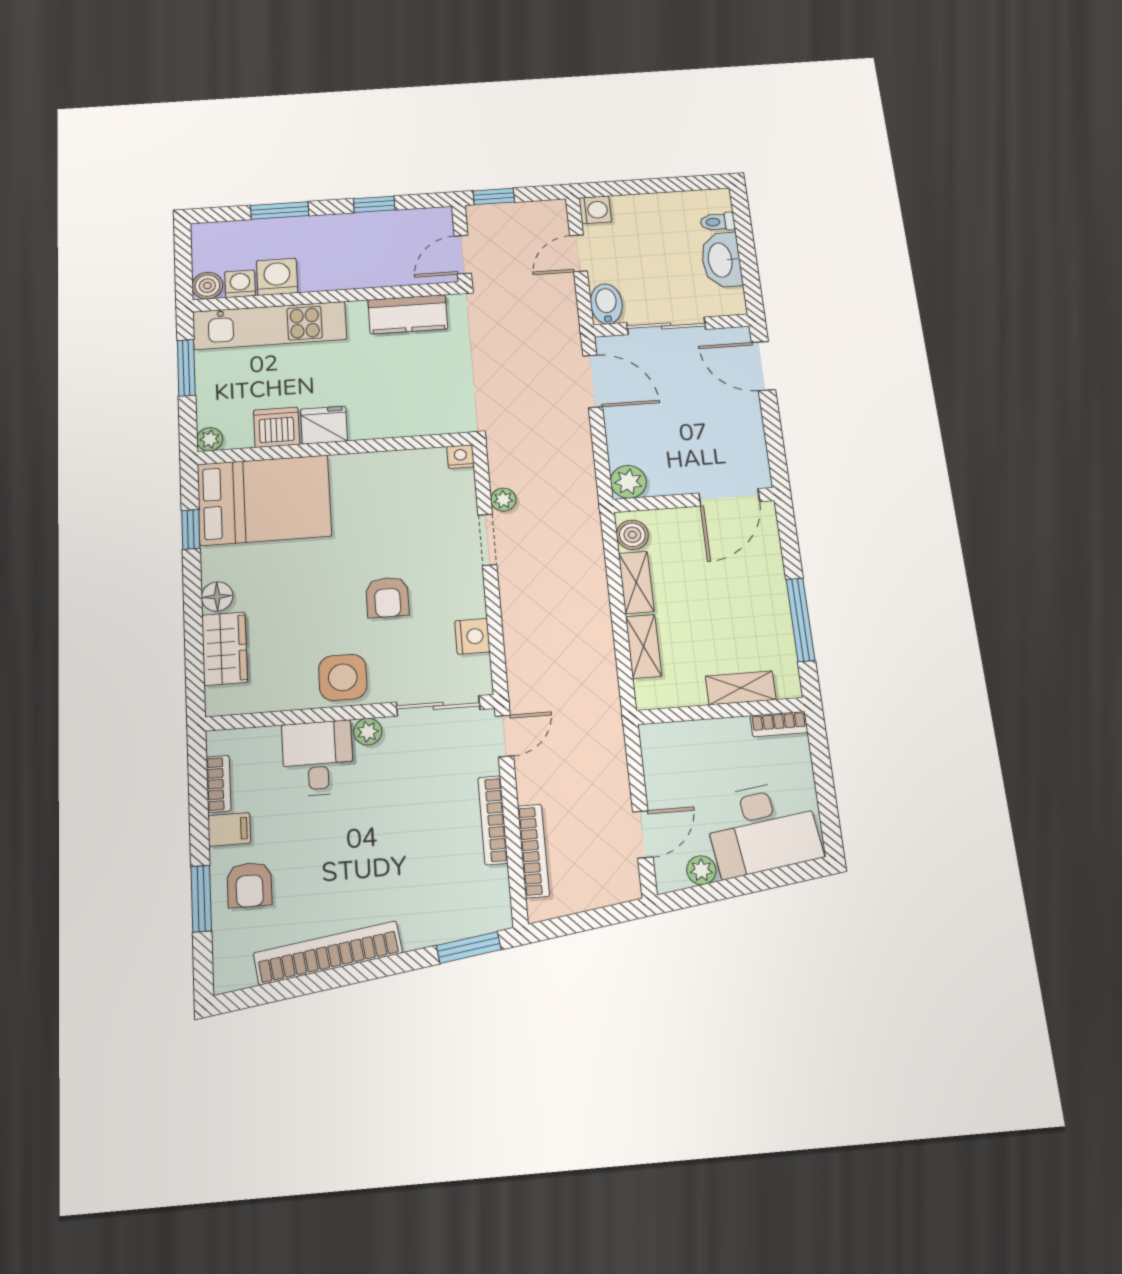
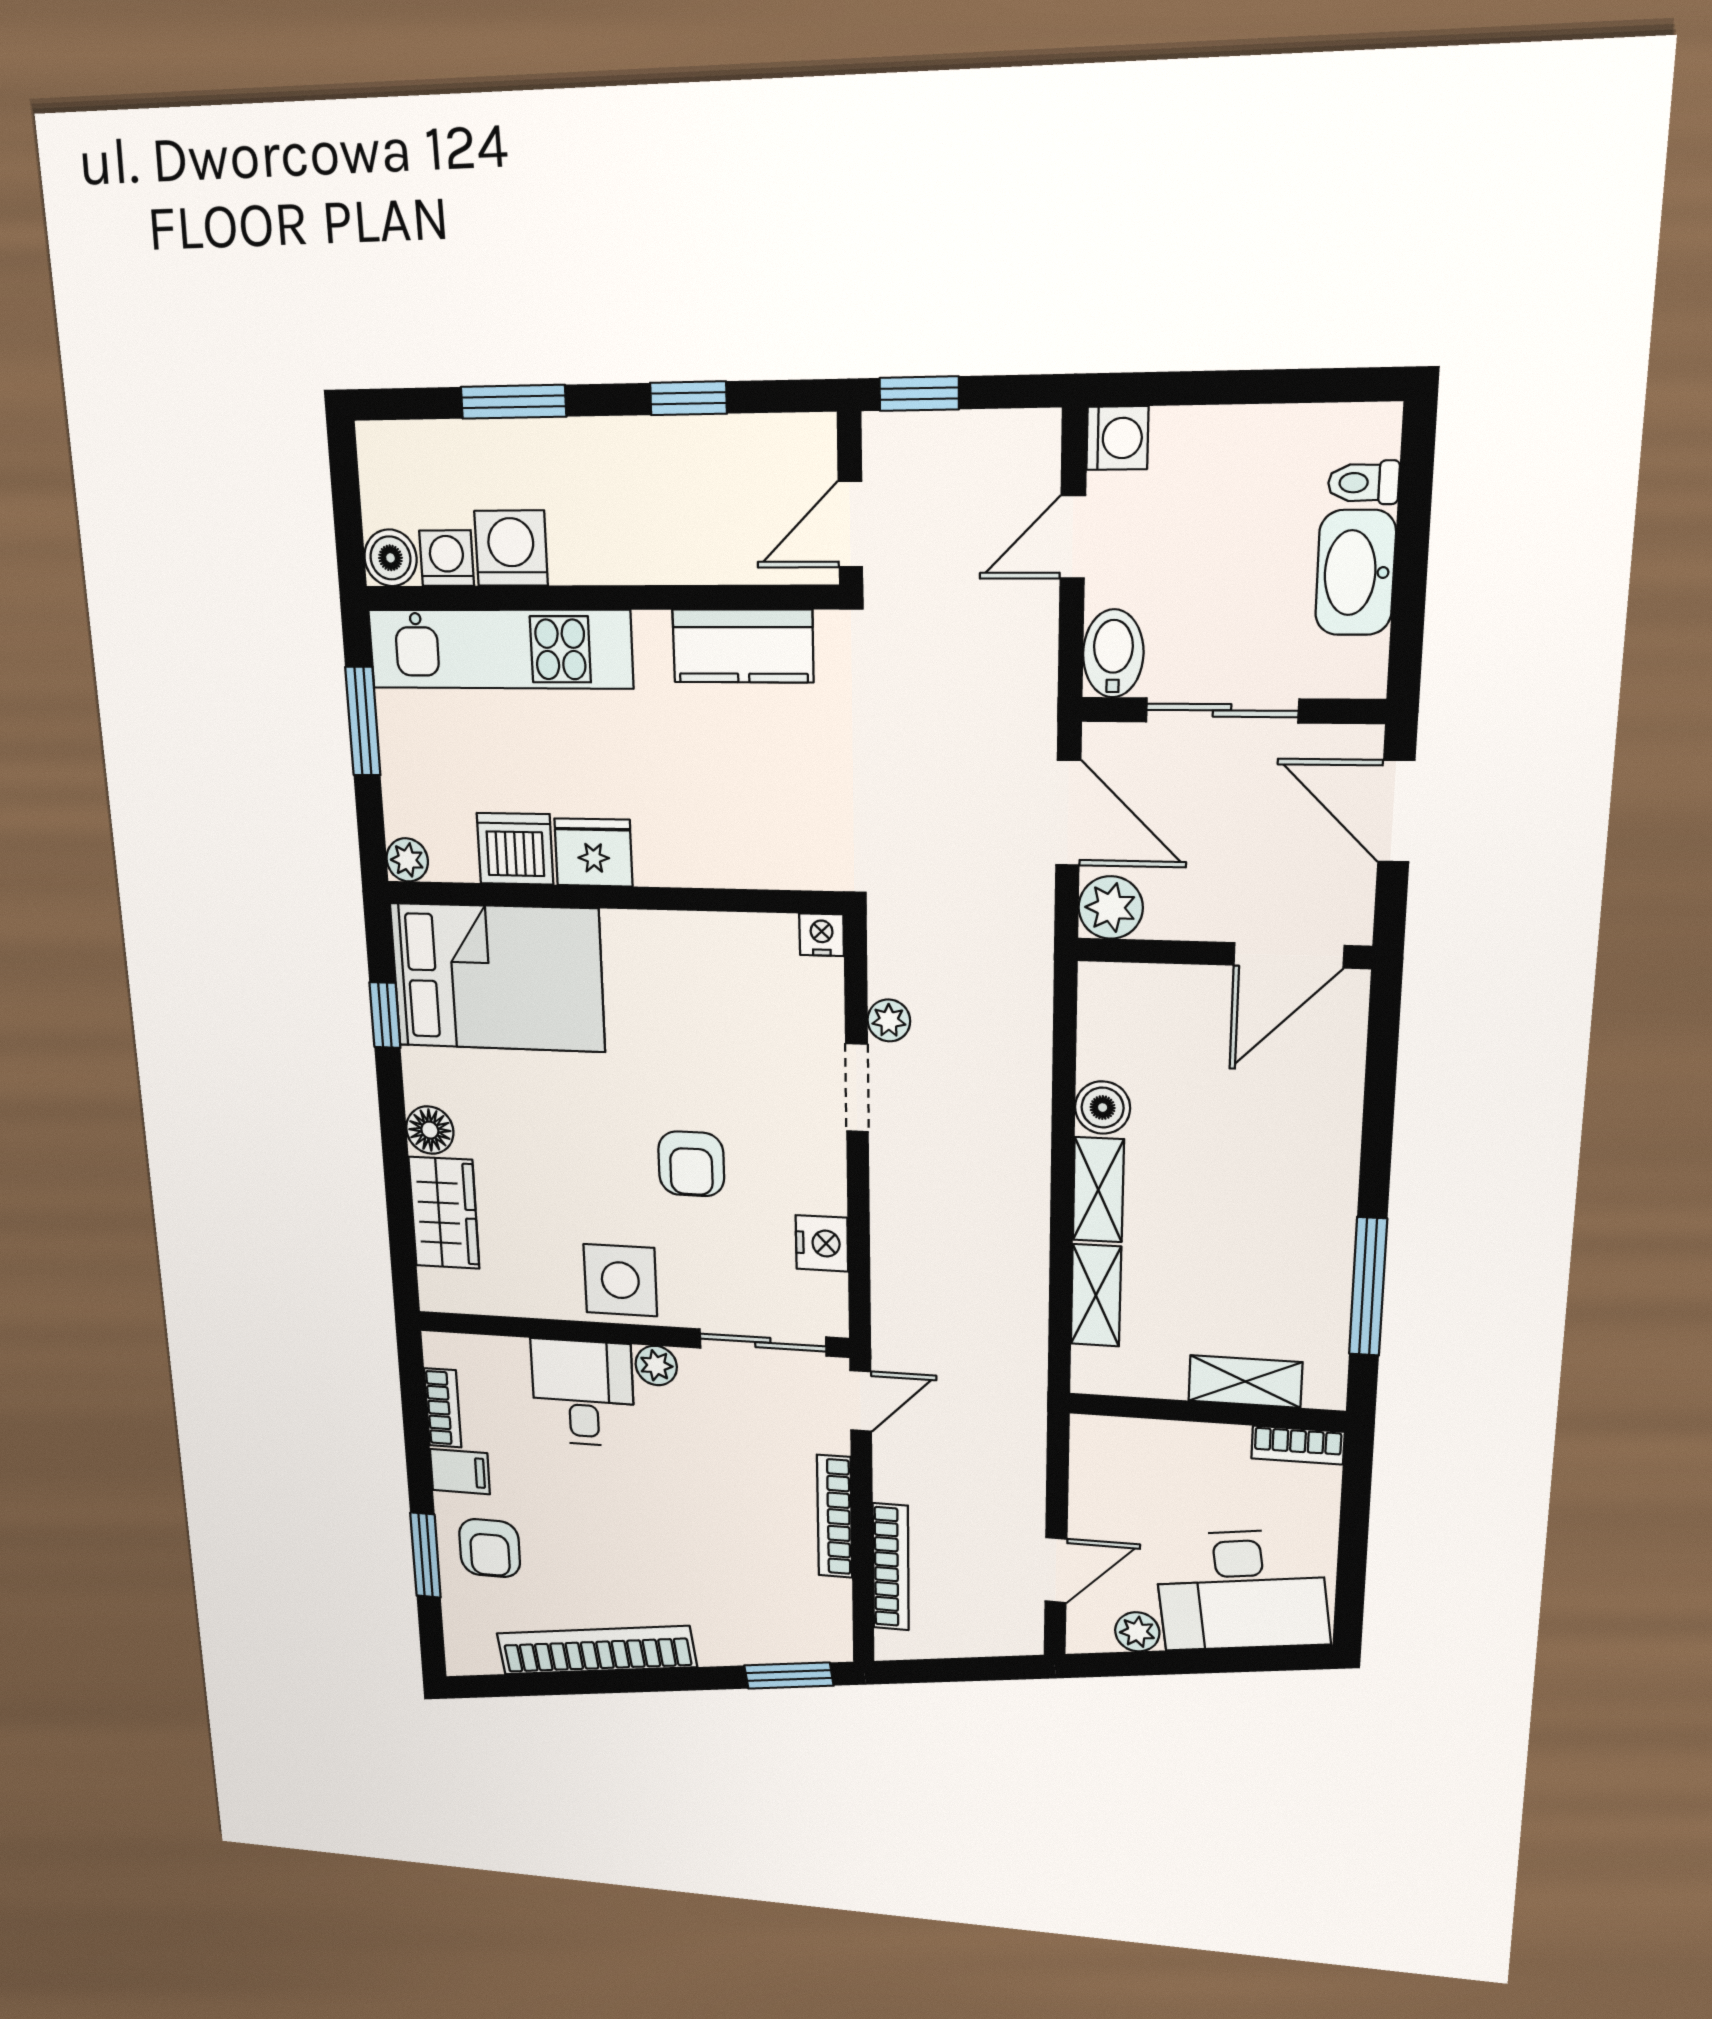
plant: (628, 482) -> (1111, 908), moved
door: (729, 497) -> (1289, 955), moved
wall: (694, 500) -> (1223, 954), moved

